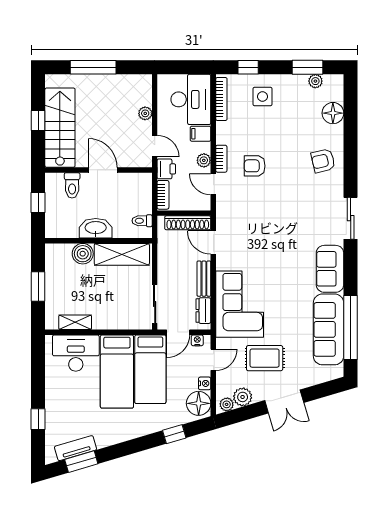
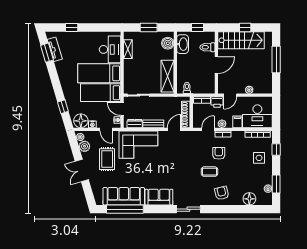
coffee table: (286, 182) -> (209, 172), added
washbasin: (96, 228) -> (183, 44), moved
boiler: (83, 254) -> (168, 43), moved

